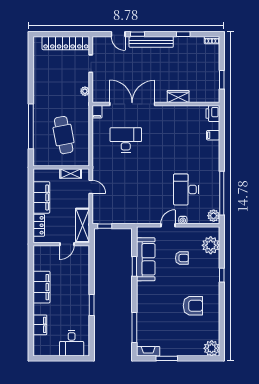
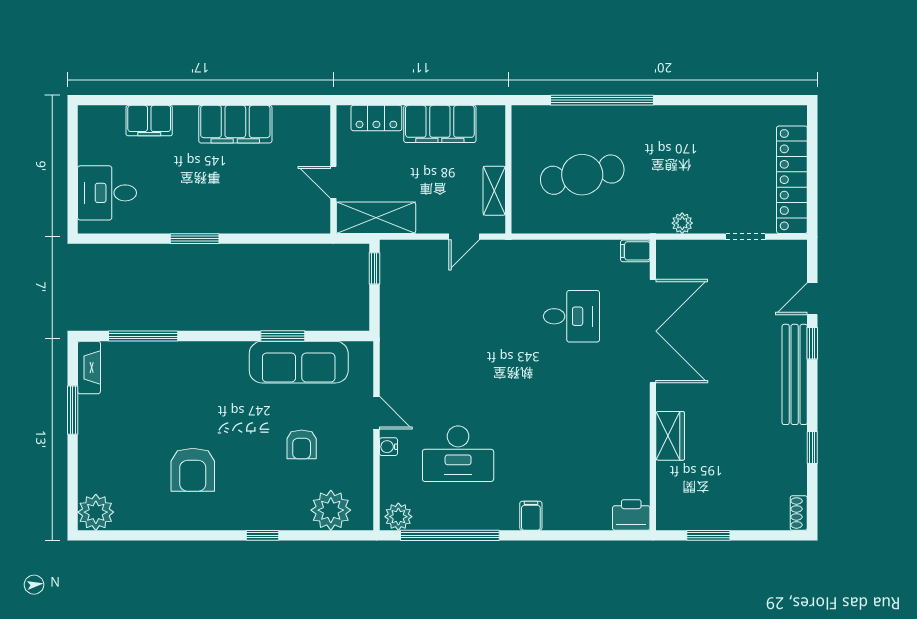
filing cabinet: (213, 135) -> (531, 516), moved
desk: (126, 140) -> (571, 316), width x0.73
desk: (186, 189) -> (458, 454), turned 180

